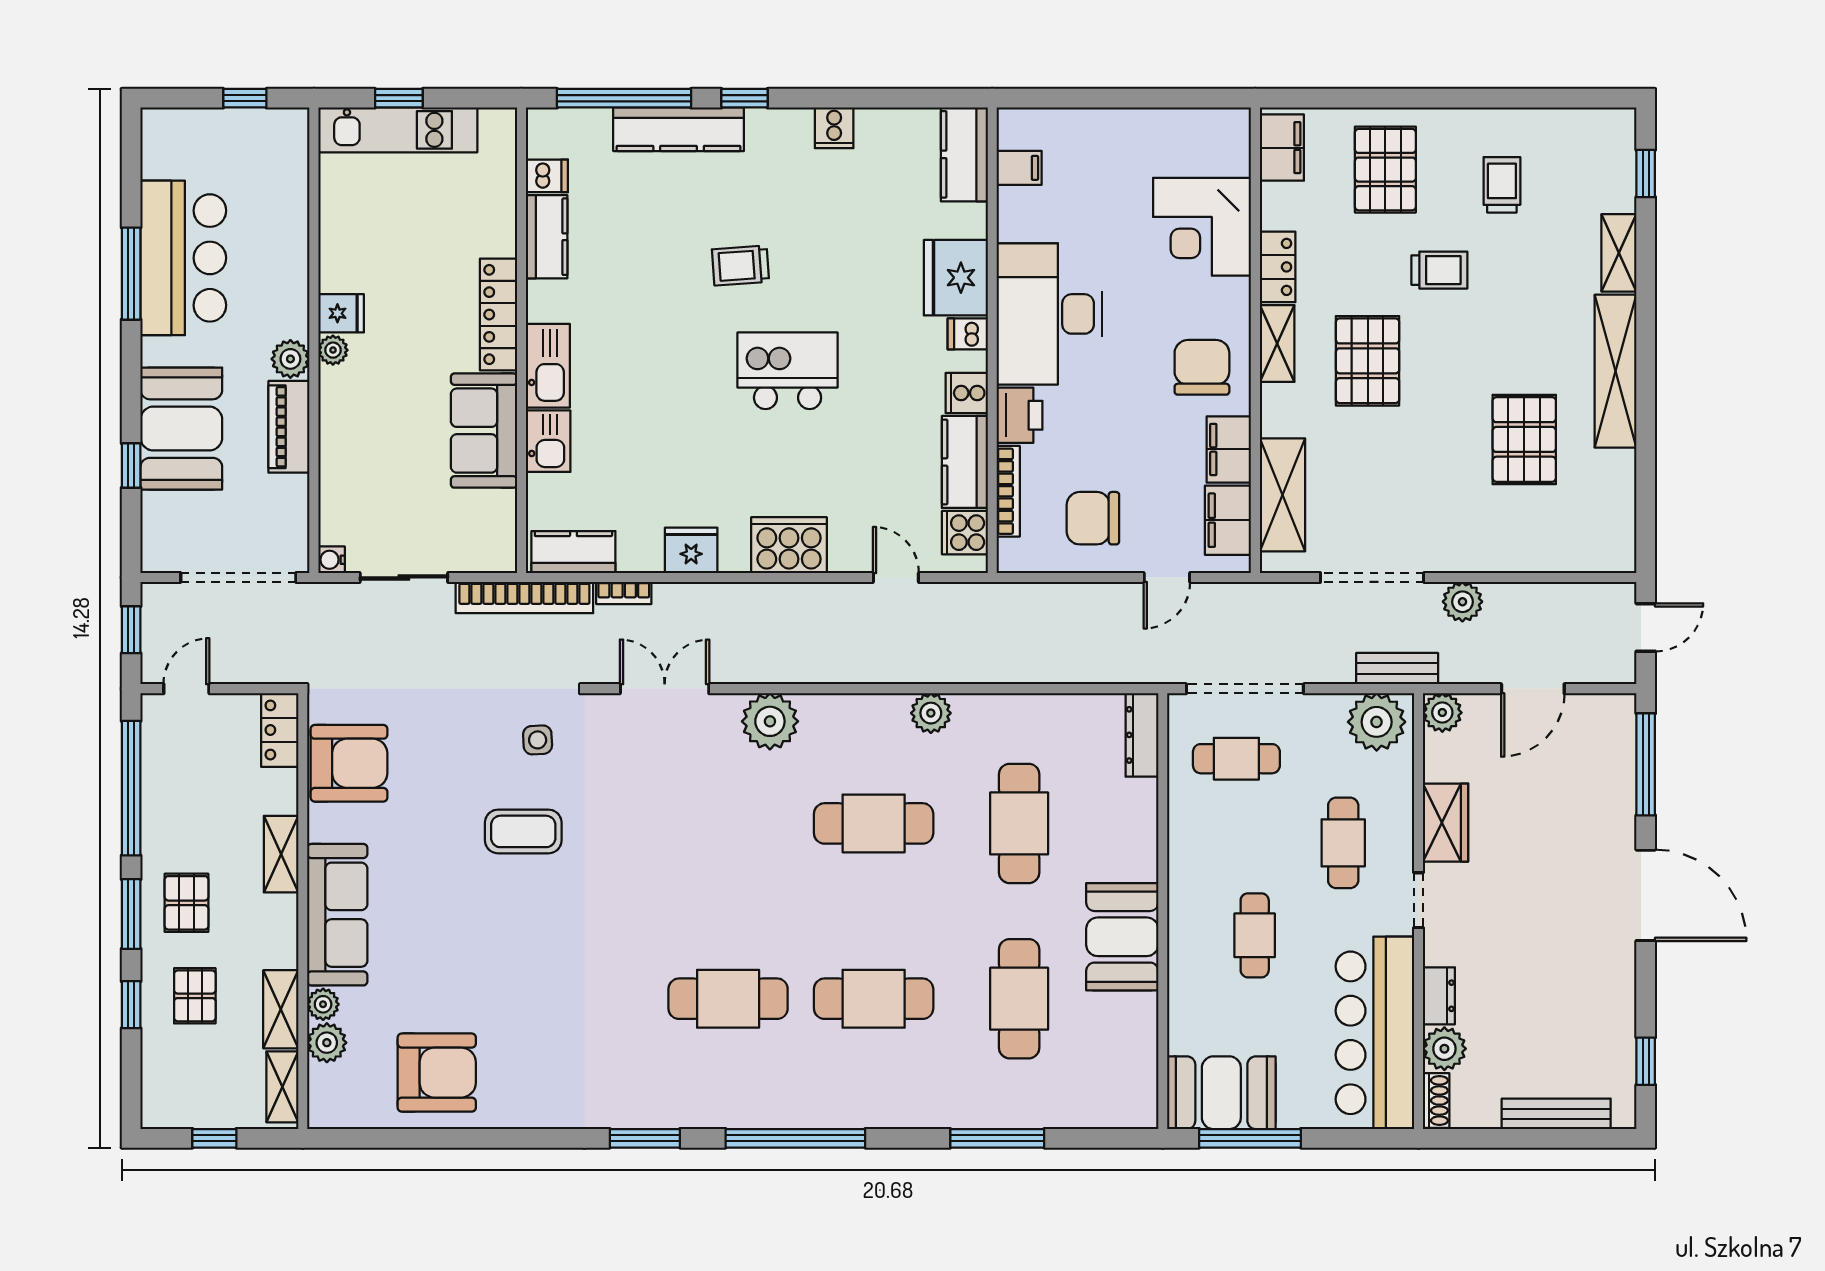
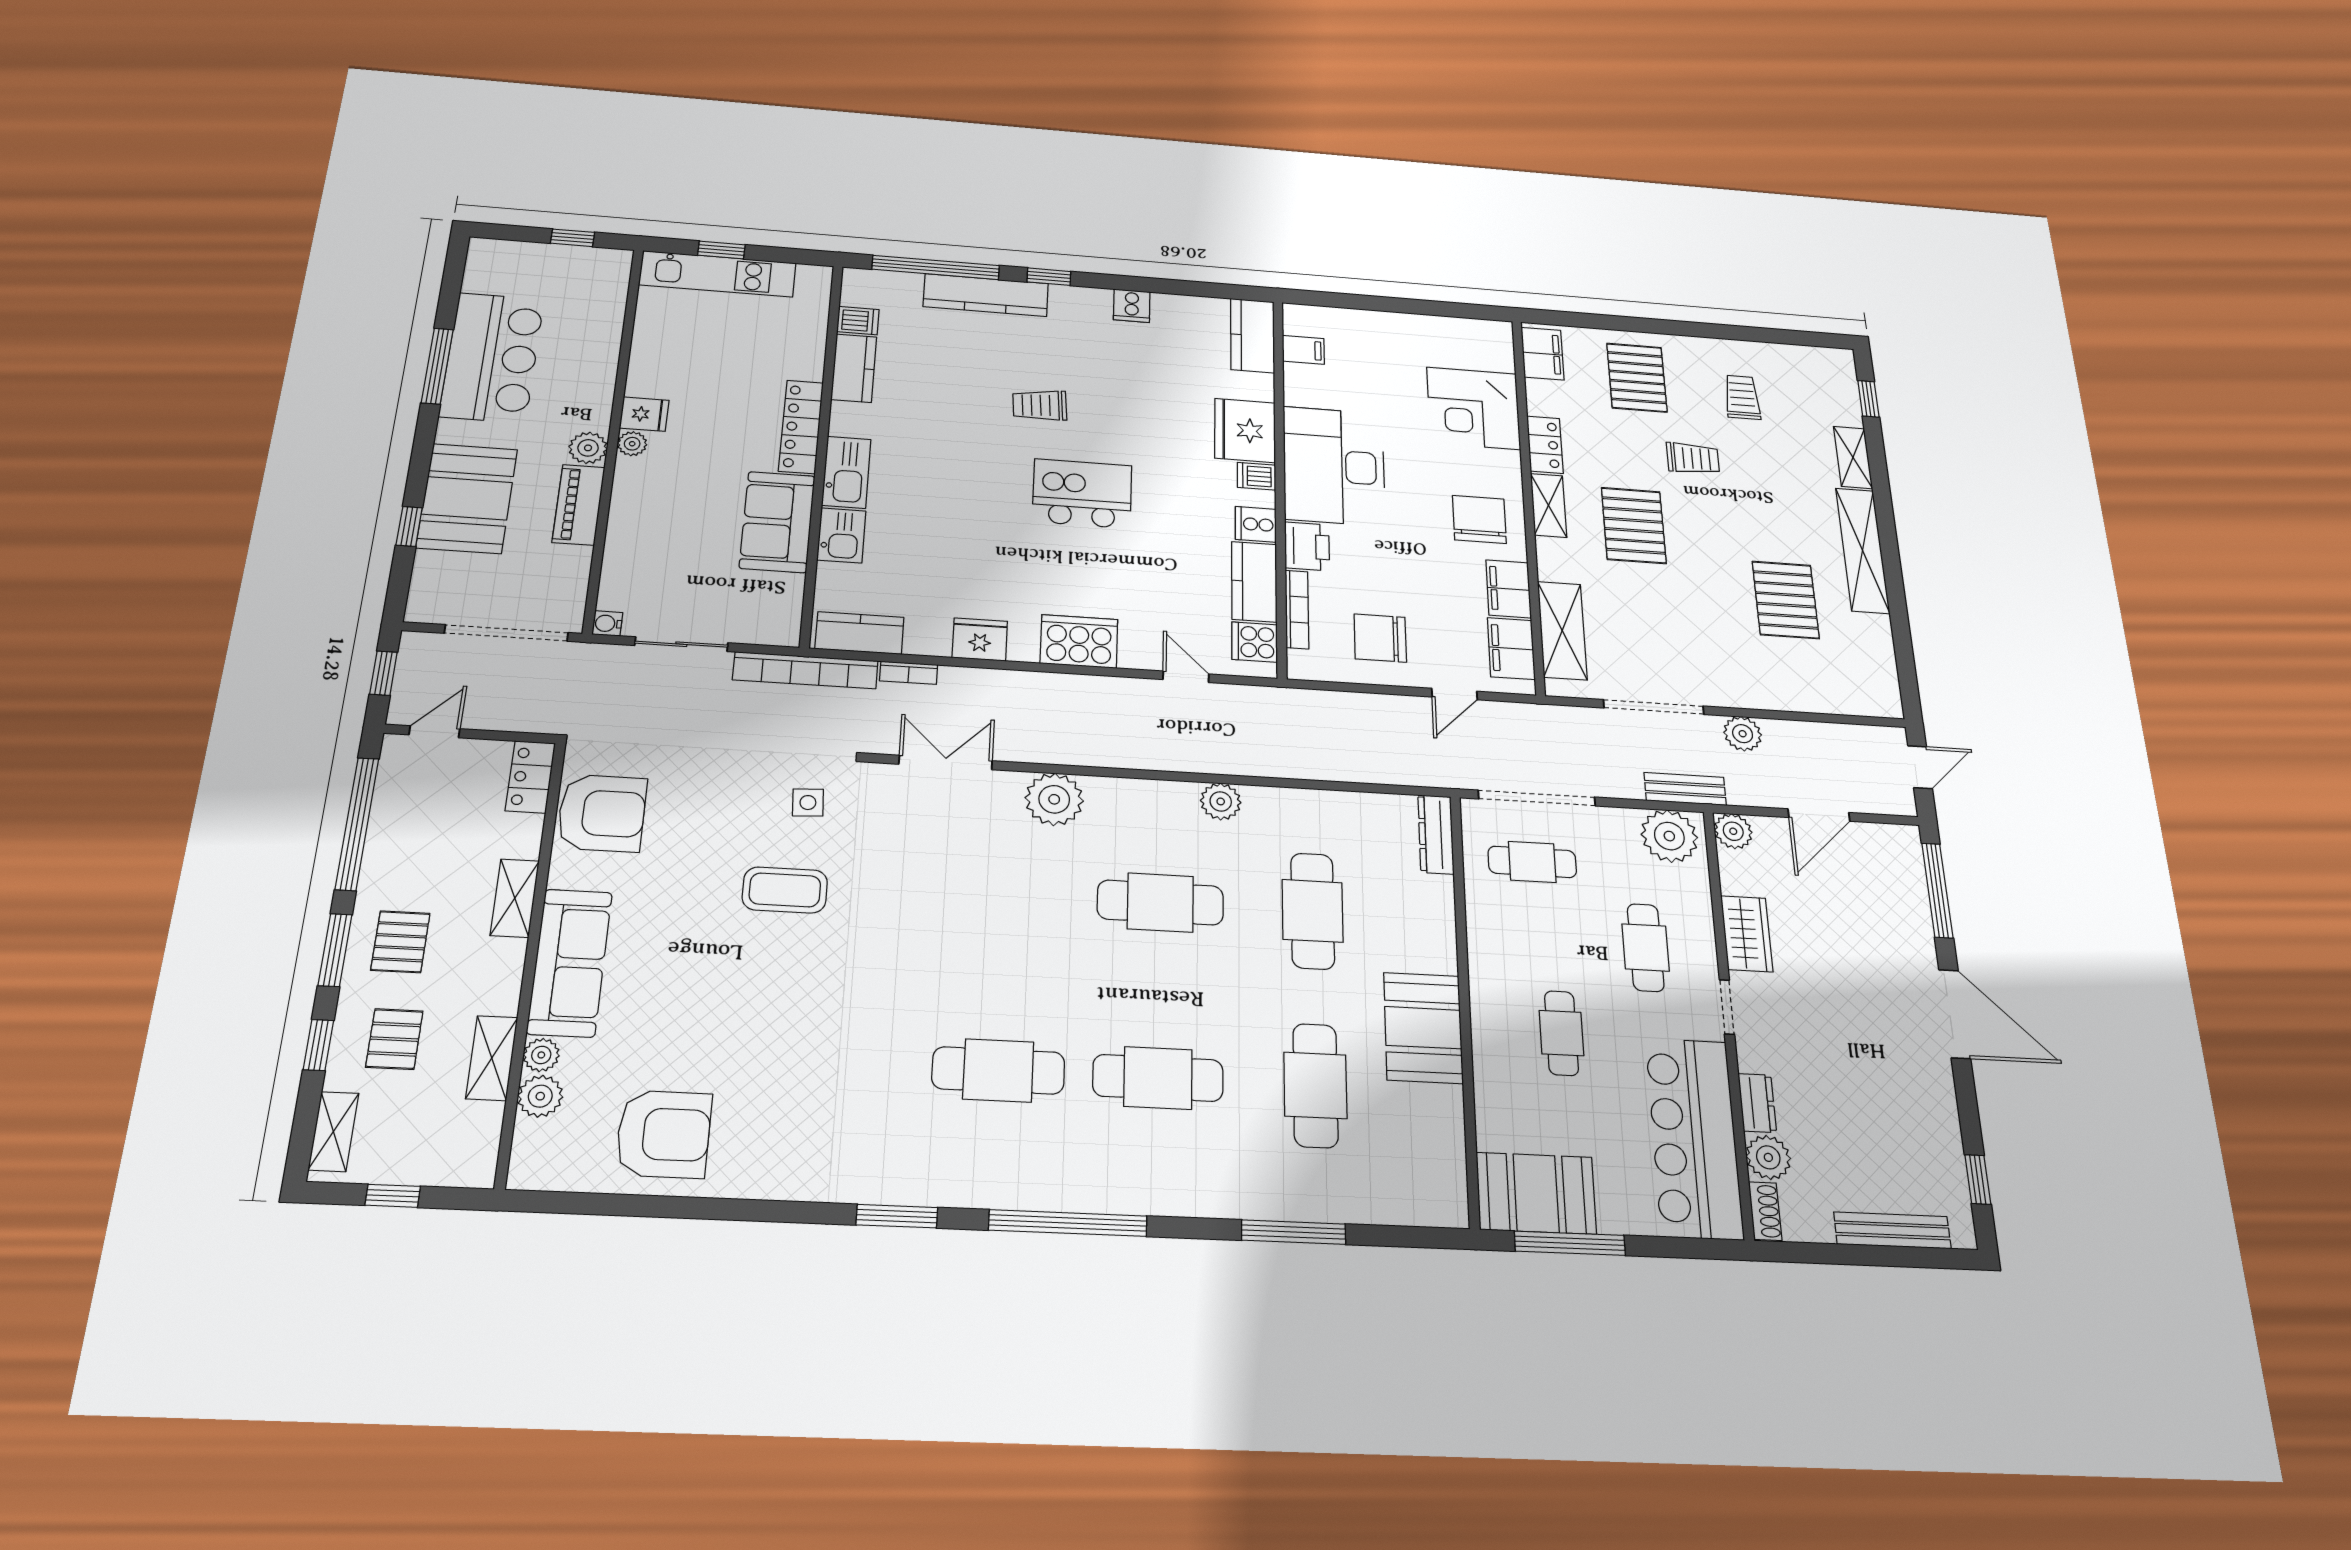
shelving: (282, 1087) -> (334, 1132), moved

